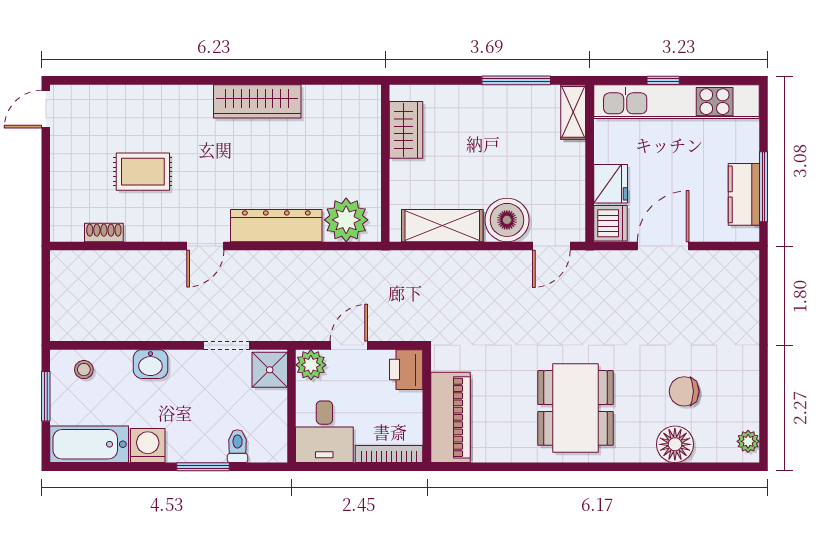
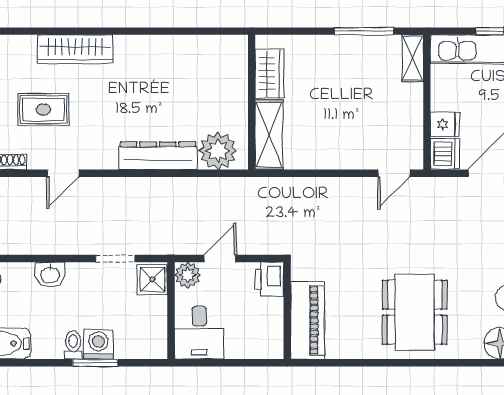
wardrobe: (257, 101) -> (75, 49), moved
fridge: (611, 184) -> (445, 124), width x0.72
boiler: (507, 220) -> (356, 151), removed
shelving: (442, 226) -> (269, 135), moved, turned 90
door: (205, 246) -> (63, 173), moved
washing machine: (148, 445) -> (98, 344), moved
toilet: (238, 446) -> (73, 345), moved
bookcase: (389, 454) -> (255, 352), removed

